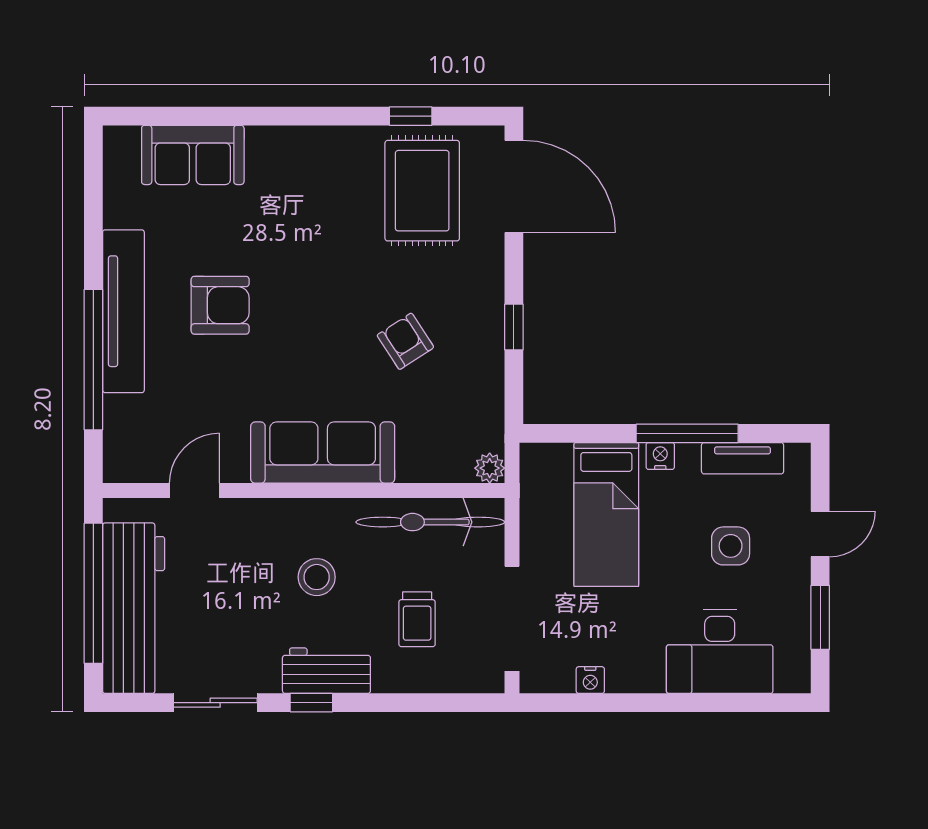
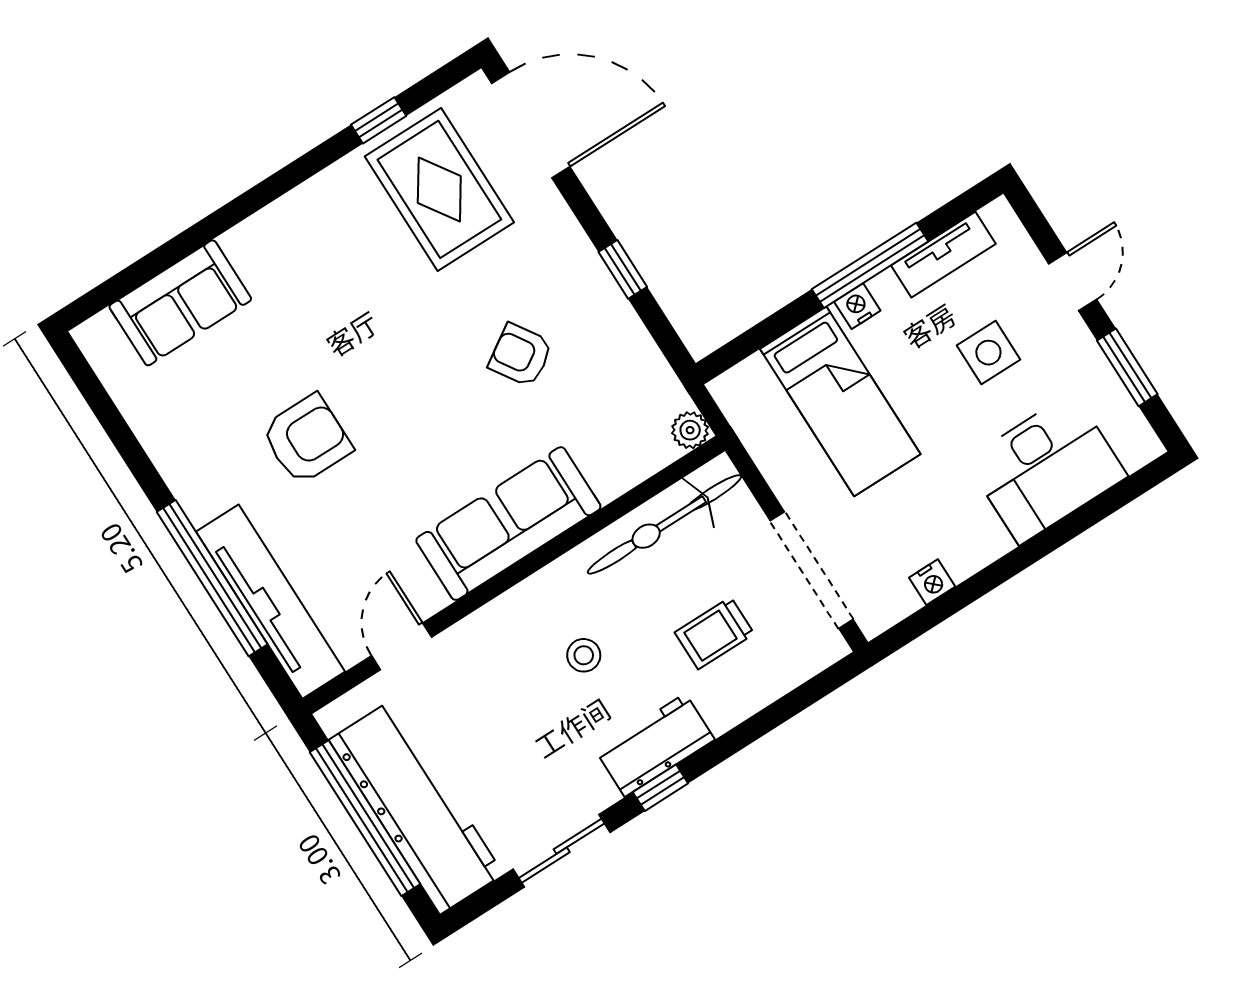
tv unit: (123, 311) -> (271, 602), moved
stool: (317, 577) -> (584, 655), width x0.73, depth x0.73
trolley: (417, 619) -> (714, 633), turned 90

